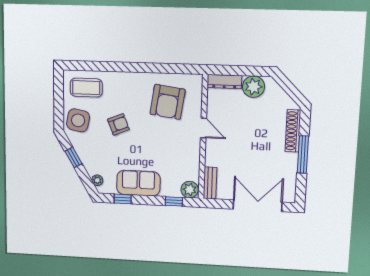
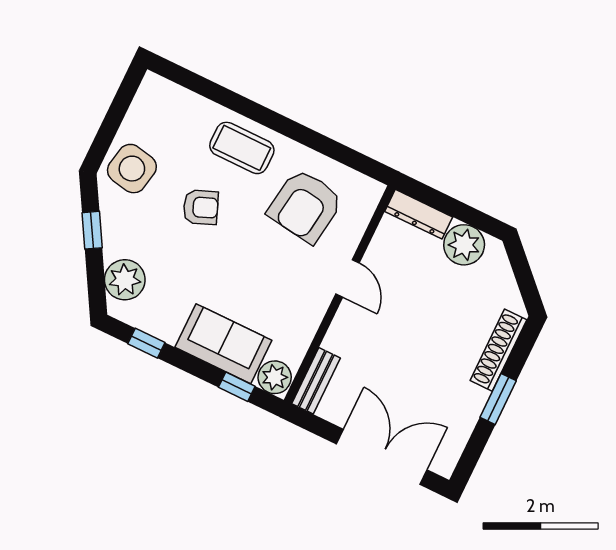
coffee table: (86, 88) -> (242, 148), moved
window: (303, 155) -> (498, 399), width x0.69
plant: (97, 180) -> (125, 280), width x1.88, depth x1.88
sofa: (138, 183) -> (223, 344), moved

